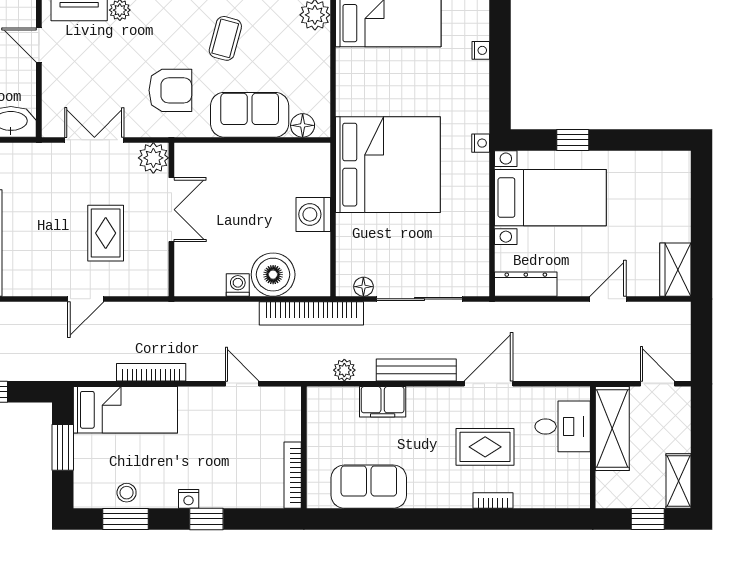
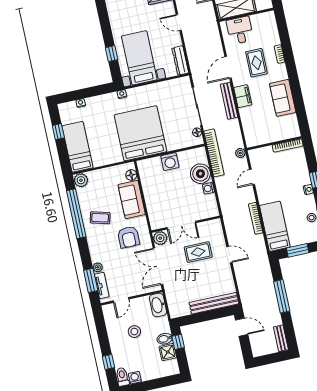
armchair: (170, 90) -> (129, 237), turned 180
double door: (94, 140) -> (158, 266), width x1.37
double door: (171, 210) -> (181, 225), swing flipped
plant: (344, 370) -> (240, 153), moved
door: (488, 384) -> (228, 67), hinge flipped
filing cabinet: (383, 402) -> (243, 96), moved
sofa: (369, 487) -> (283, 98), moved

